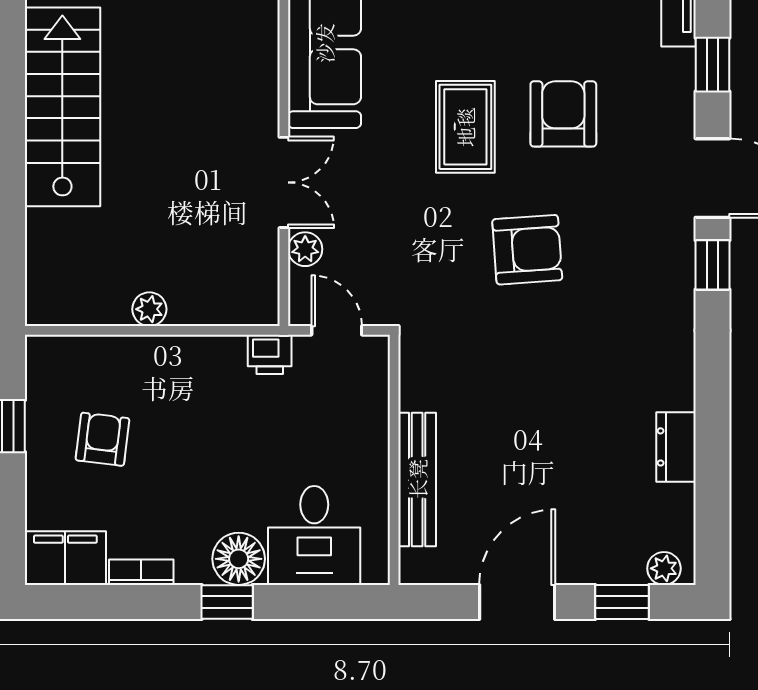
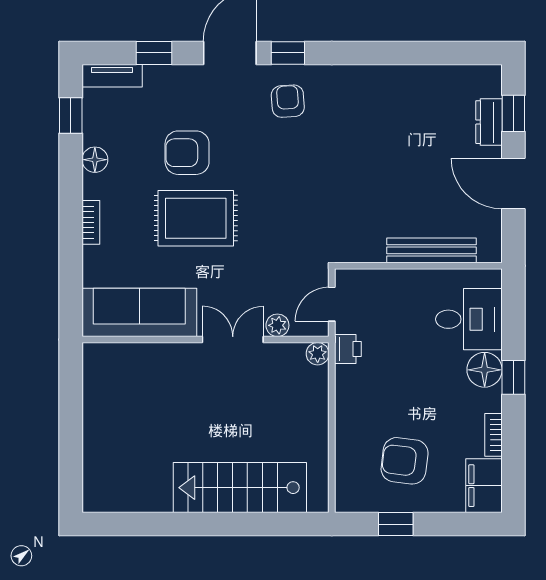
stairs: (62, 107) -> (240, 488), moved
rug: (465, 127) -> (196, 218), width x1.36, depth x1.43
armchair: (527, 250) -> (288, 101), moved, width x0.72, depth x0.72
plant: (149, 309) -> (318, 354), moved
armchair: (102, 439) -> (405, 461), width x1.38, depth x1.38
dresser: (676, 447) -> (489, 122), moved, turned 90
plant: (664, 568) -> (491, 85), removed

